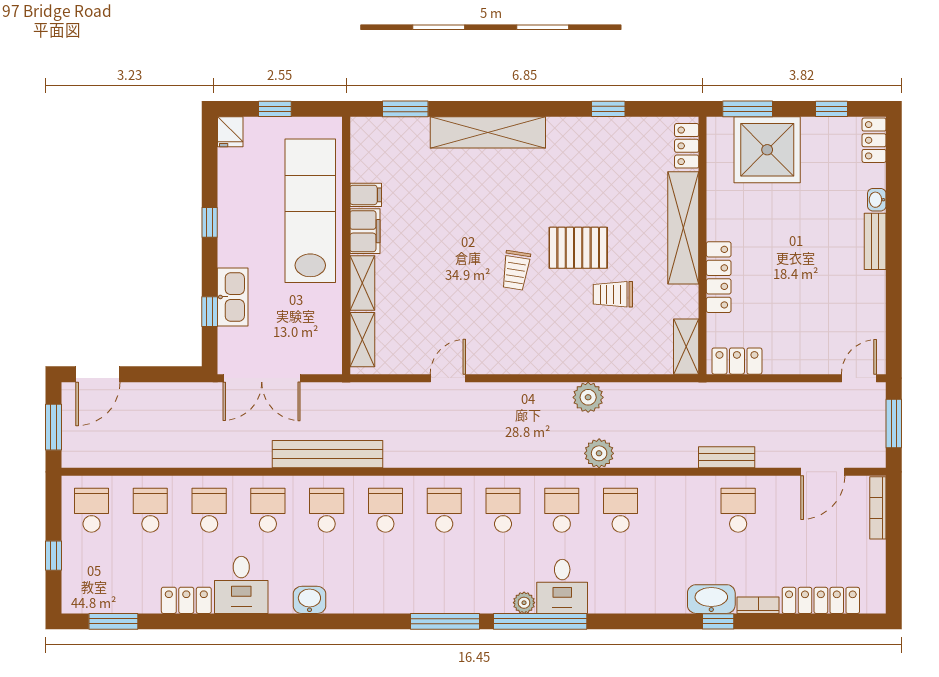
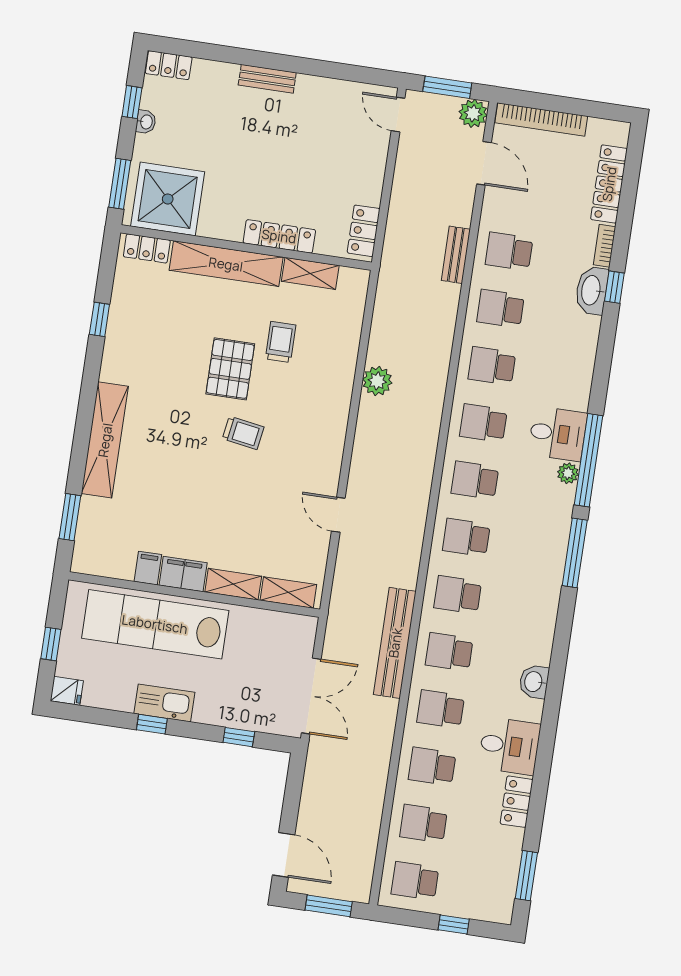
shower: (767, 150) -> (168, 199), moved
washbasin: (877, 200) -> (146, 122), moved, turned -90
trolley: (613, 294) -> (281, 342), turned 180
kitchen sink: (233, 297) -> (164, 703), moved
shelving: (686, 347) -> (310, 273), moved
plant: (599, 453) -> (473, 113), moved
bookcase: (878, 508) -> (541, 119), width x1.48, depth x1.31
school desk: (679, 510) -> (500, 309), added

